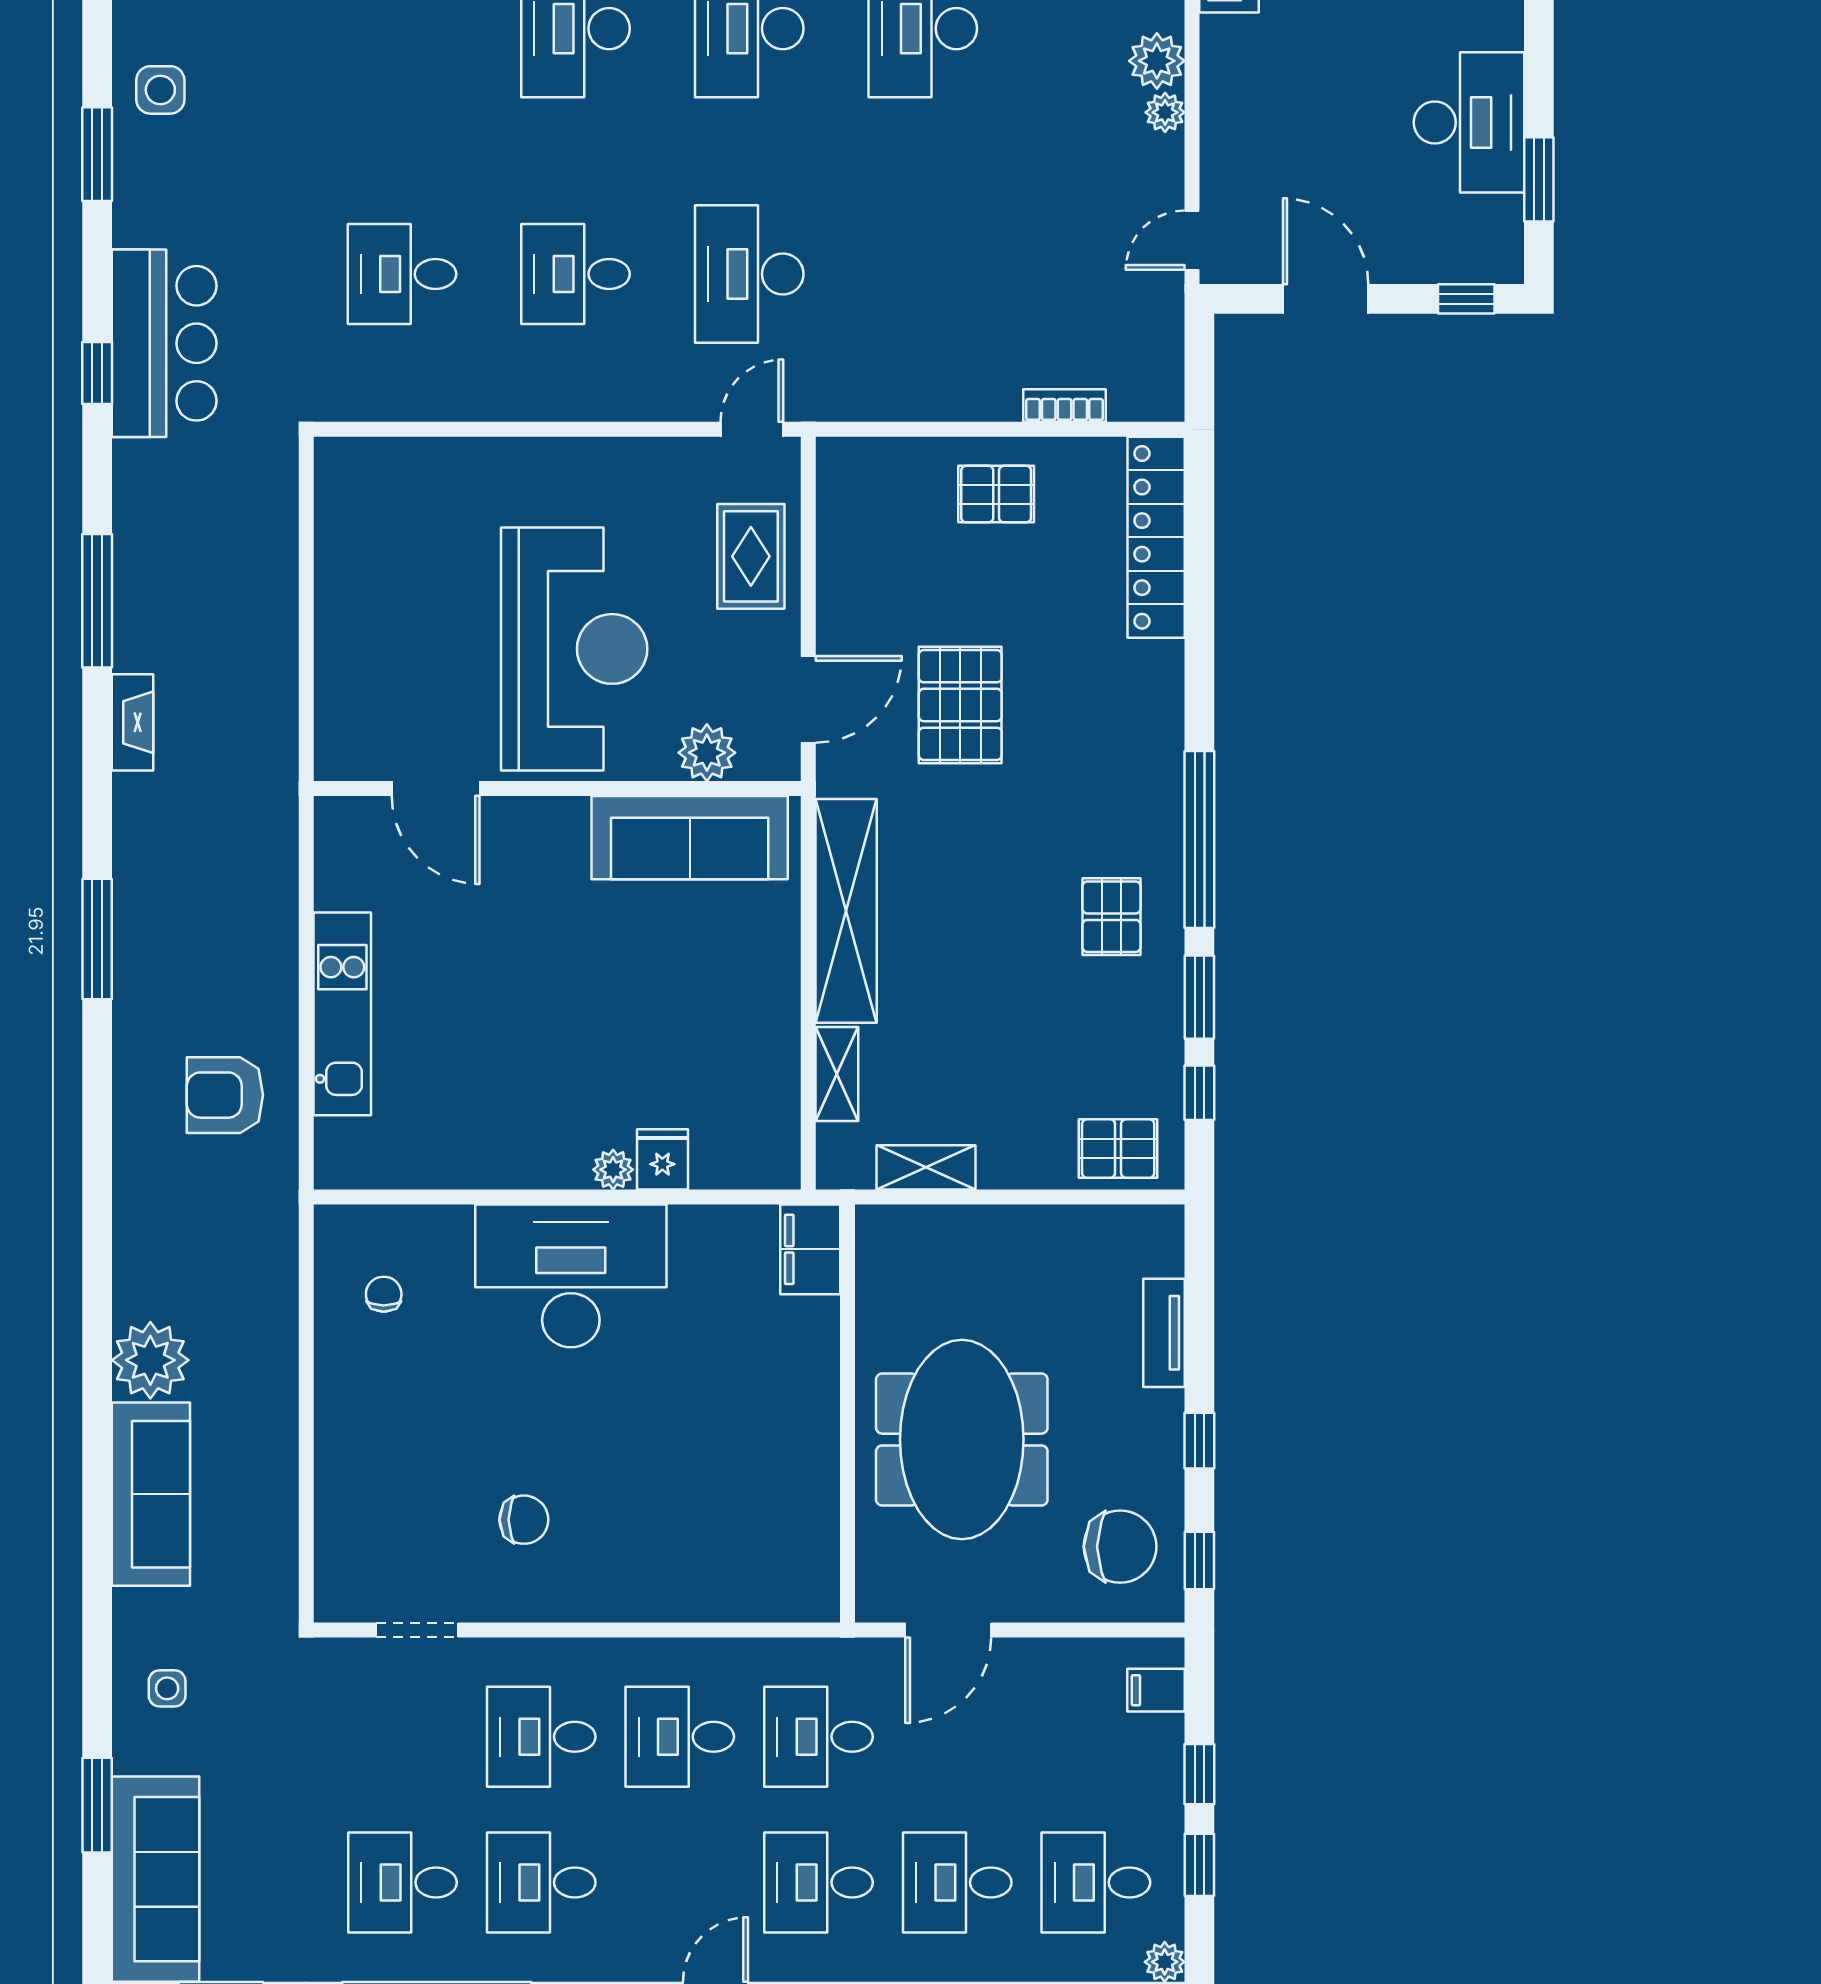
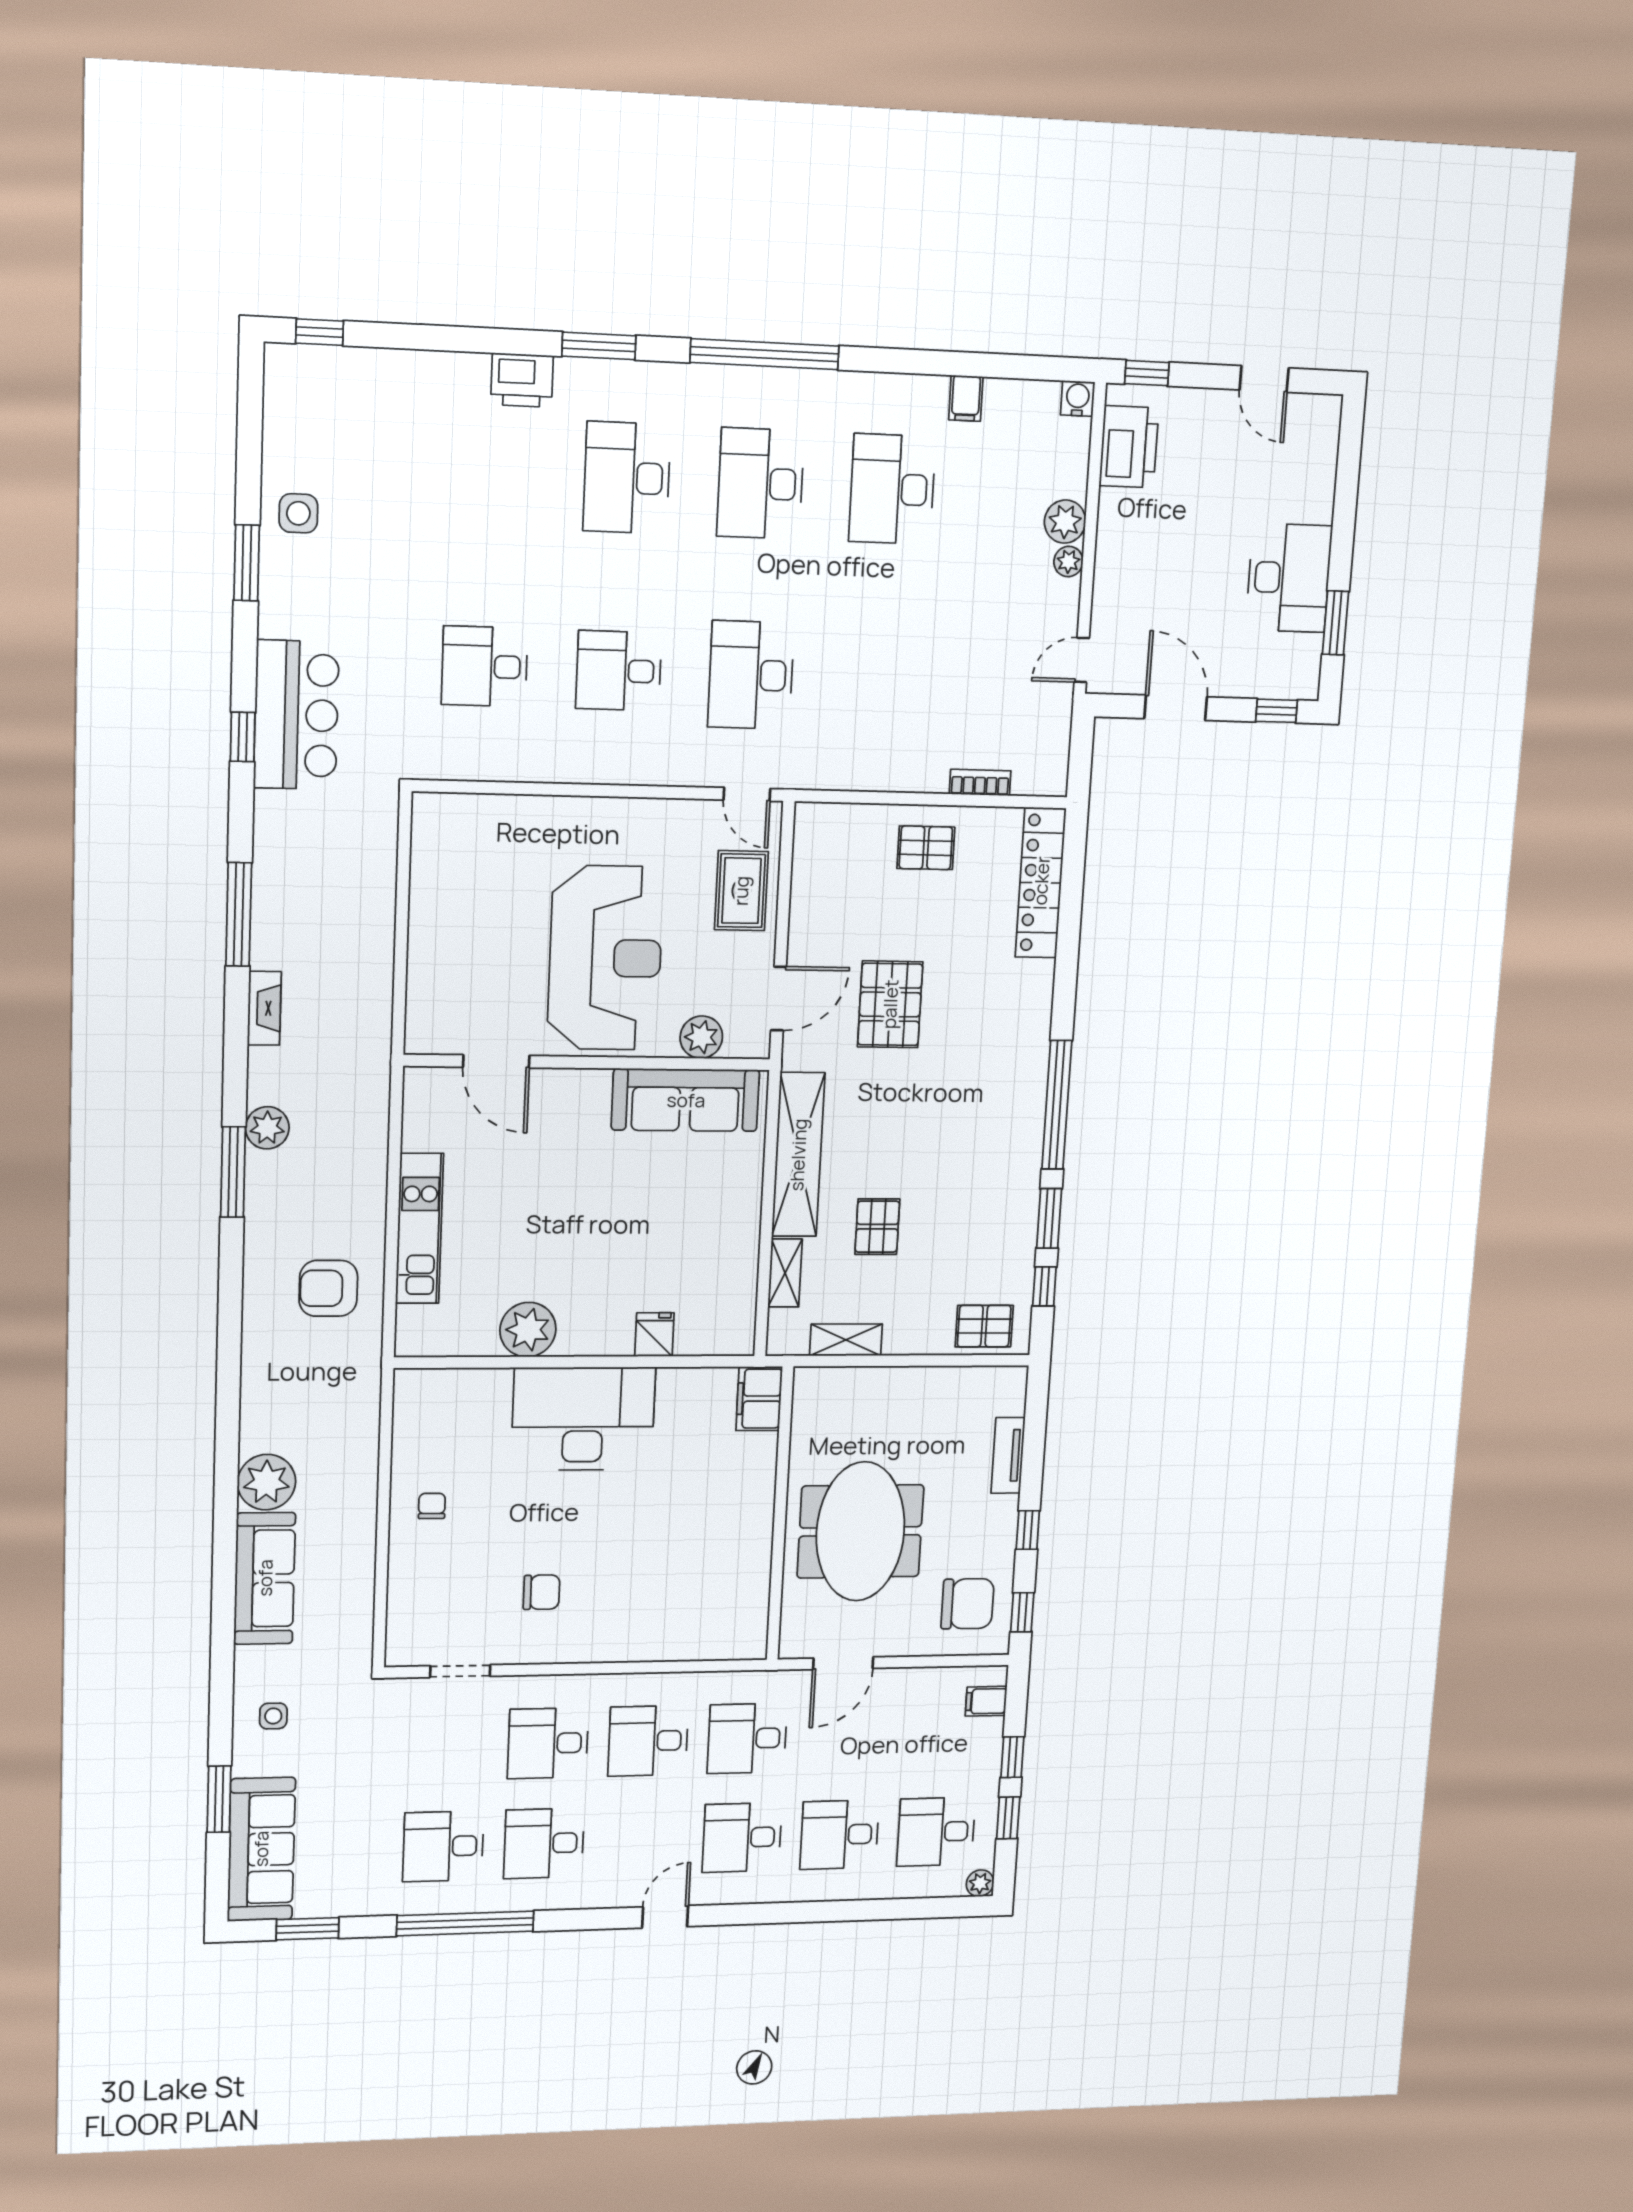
door: (752, 429) -> (747, 794), swing flipped
plant: (140, 880) -> (267, 1128), added
pallet: (1111, 917) -> (877, 1227), moved
plant: (613, 1170) -> (528, 1330), moved, width x1.88, depth x1.88
chair: (384, 1294) -> (432, 1506), moved

